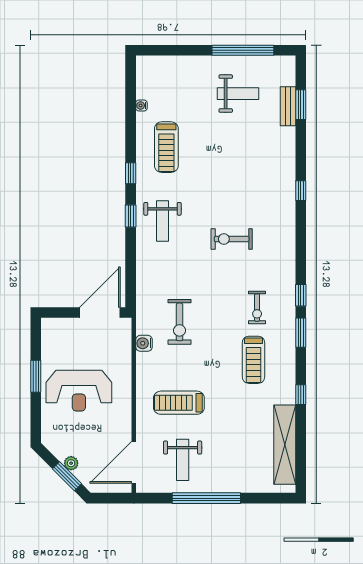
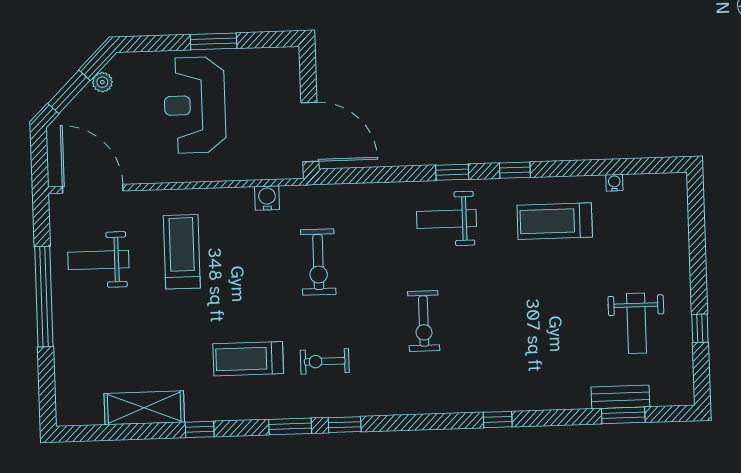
window: (243, 50) -> (700, 328), width x0.32
exercise bike: (232, 239) -> (424, 321), turned 180
exercise bike: (180, 322) -> (318, 262), moved, turned -90
shelving: (285, 445) -> (144, 408), width x0.68
plant: (71, 463) -> (102, 82), moved

